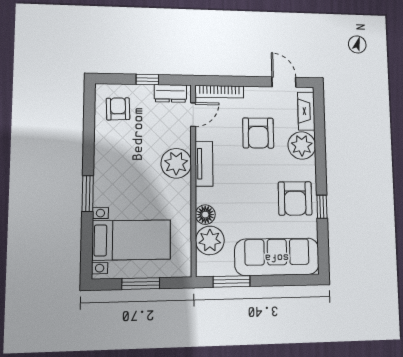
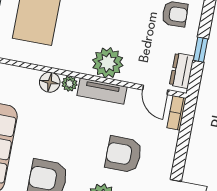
bookcase: (219, 92) -> (176, 113), width x0.64
plant: (210, 240) -> (69, 84), moved, width x0.53, depth x0.53

